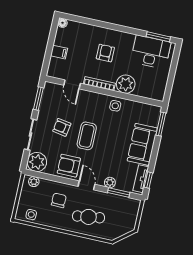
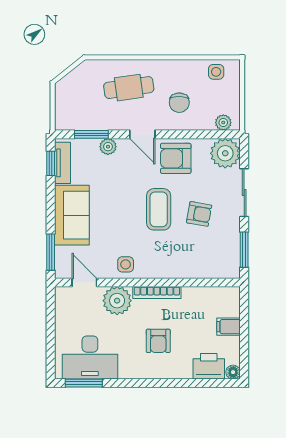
printer: (77, 30) -> (209, 366), added
door: (72, 84) -> (84, 282), moved
armchair: (69, 166) -> (176, 158), turned 180

